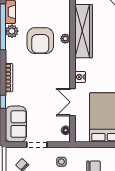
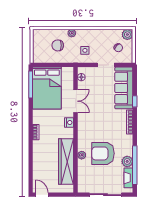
armchair: (40, 41) -> (103, 153), turned -90
sofa: (16, 124) -> (124, 88), width x1.36

